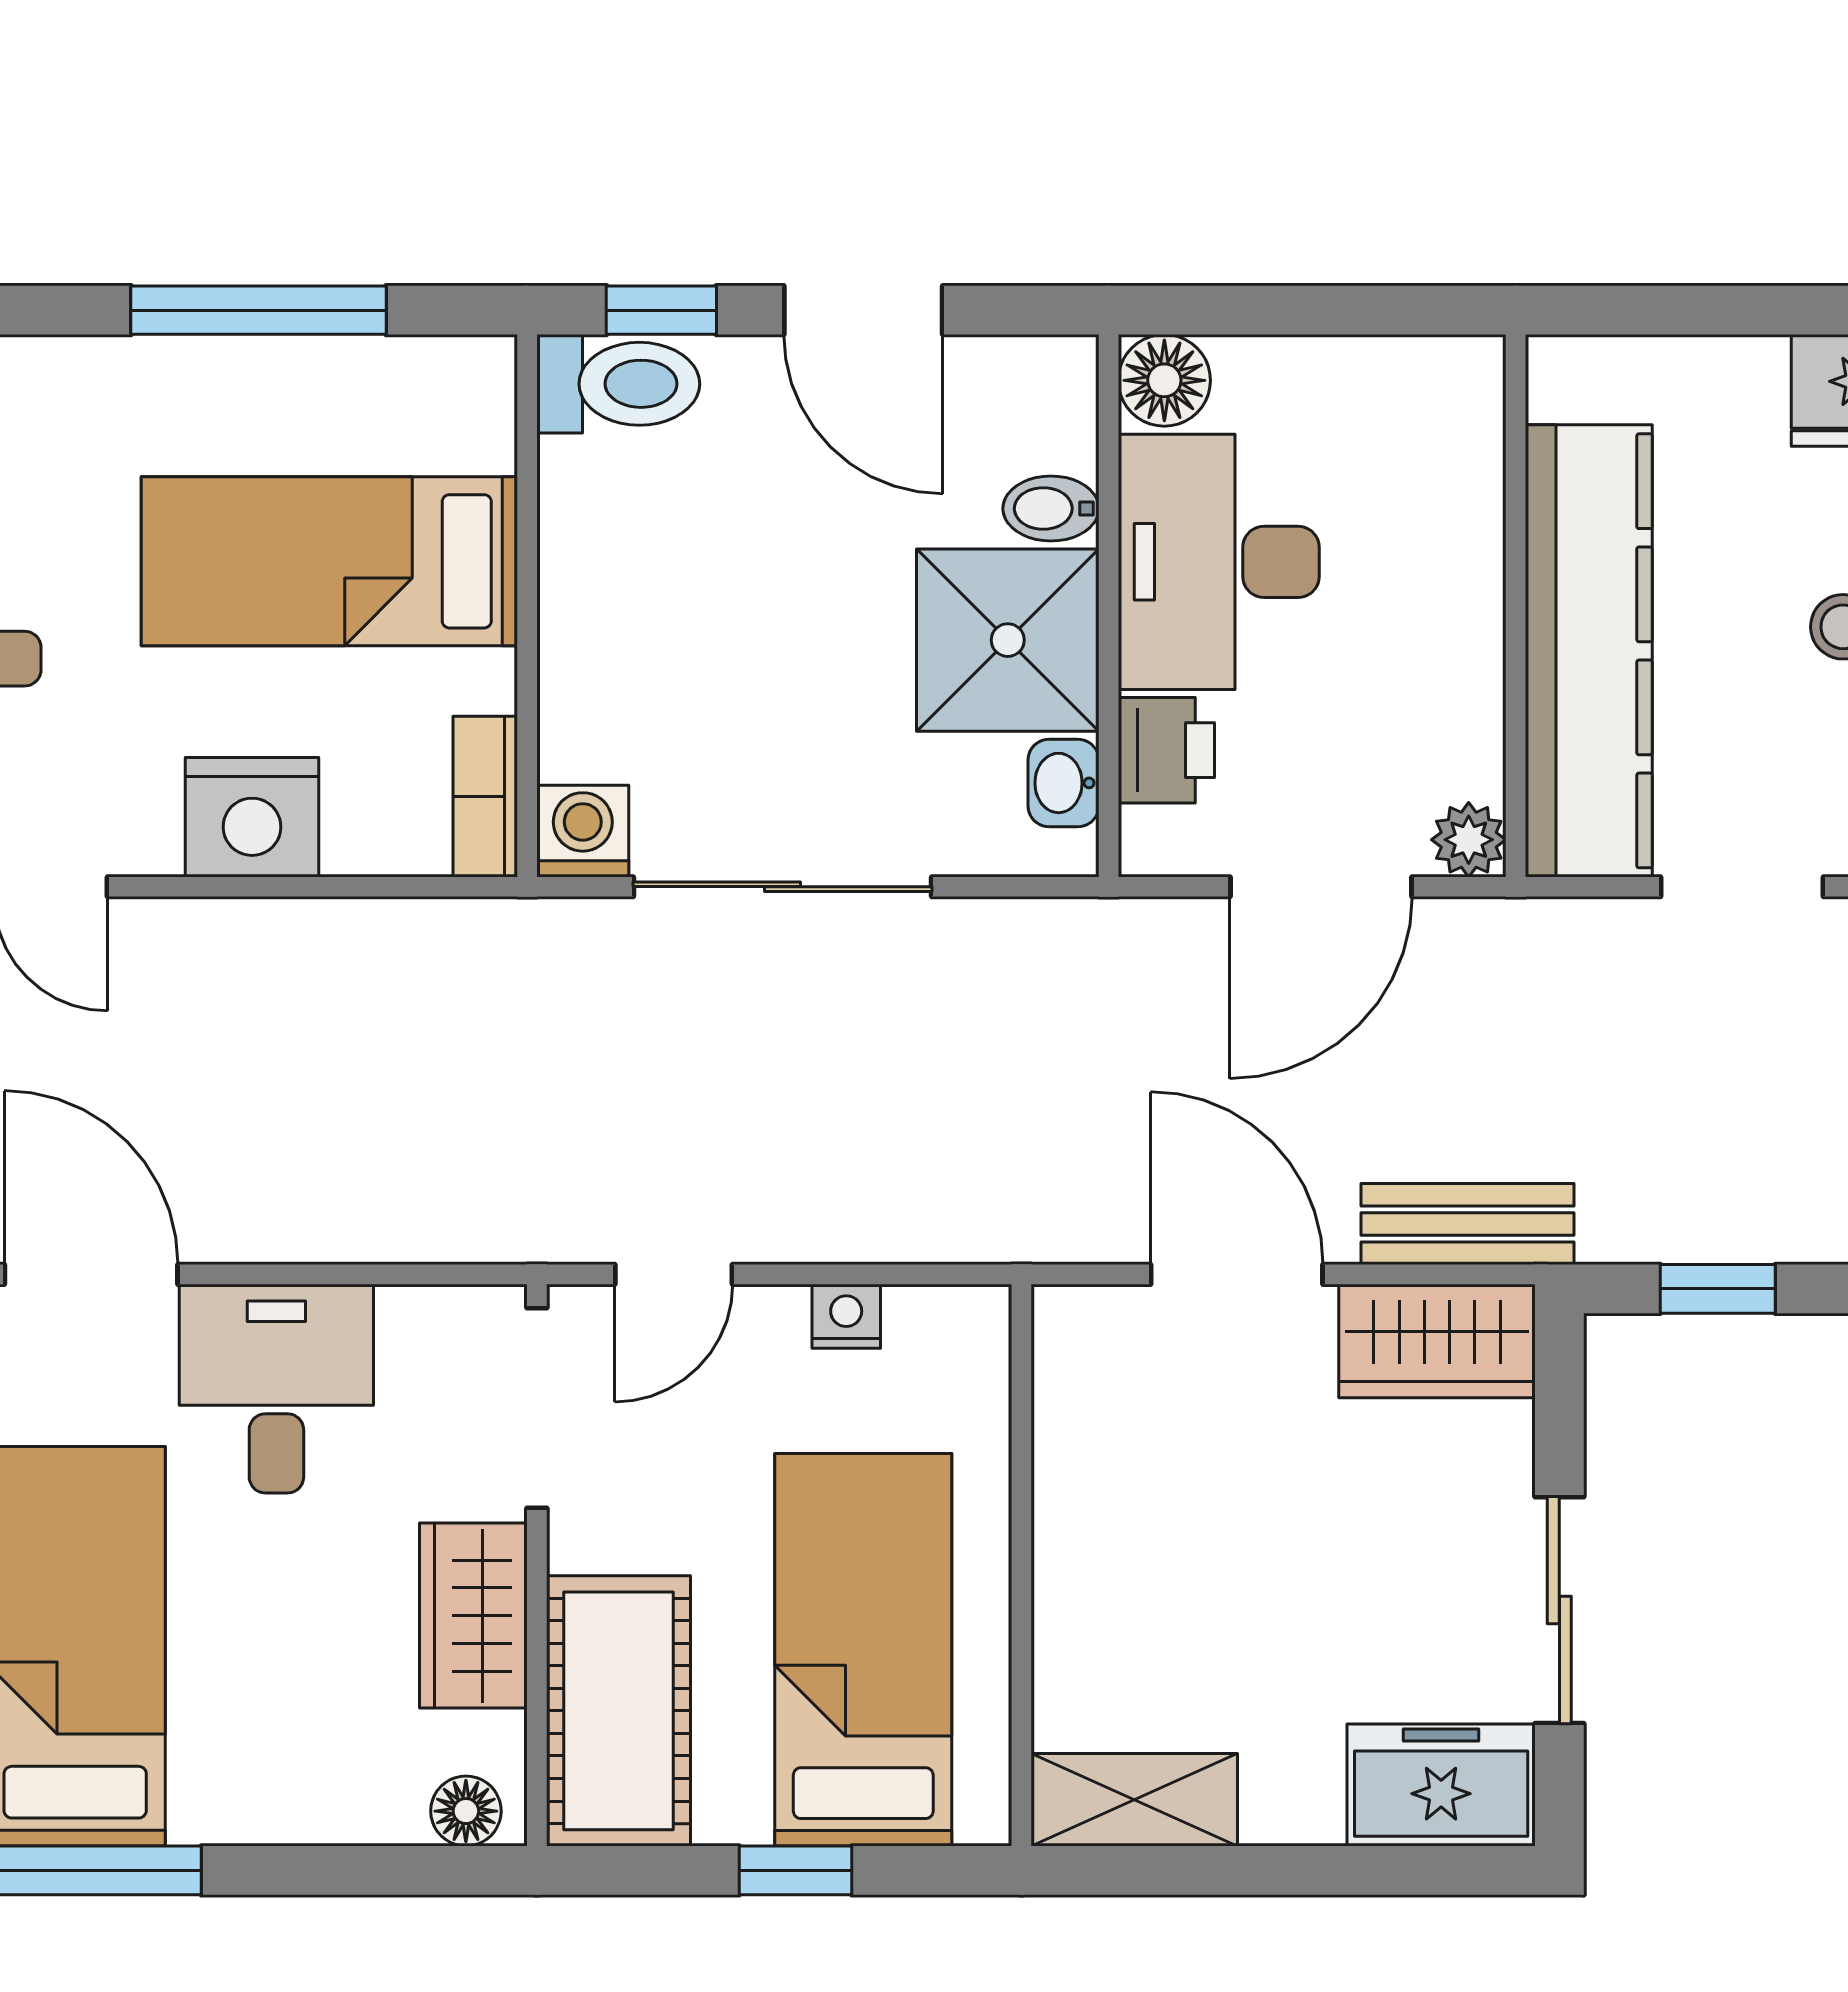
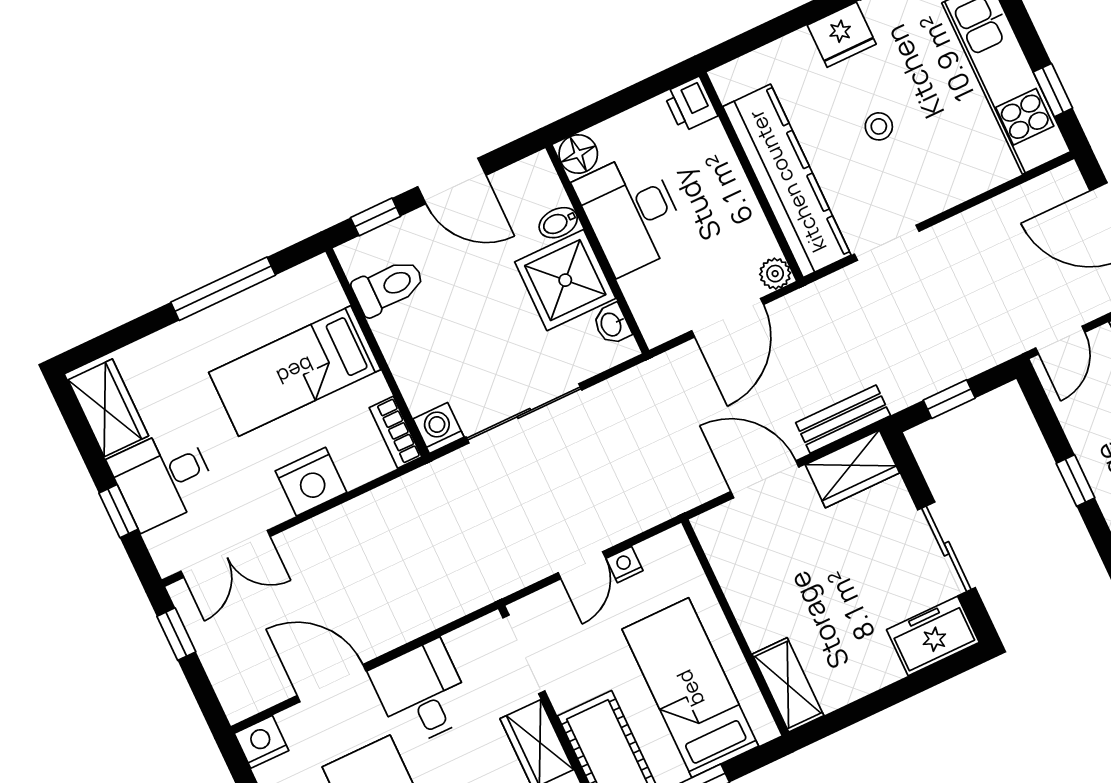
toilet: (618, 384) -> (388, 287), moved
printer: (1166, 750) -> (690, 104), moved, turned 180
door: (674, 1274) -> (582, 565), moved
shelving: (1134, 1800) -> (788, 685), moved, turned 90

